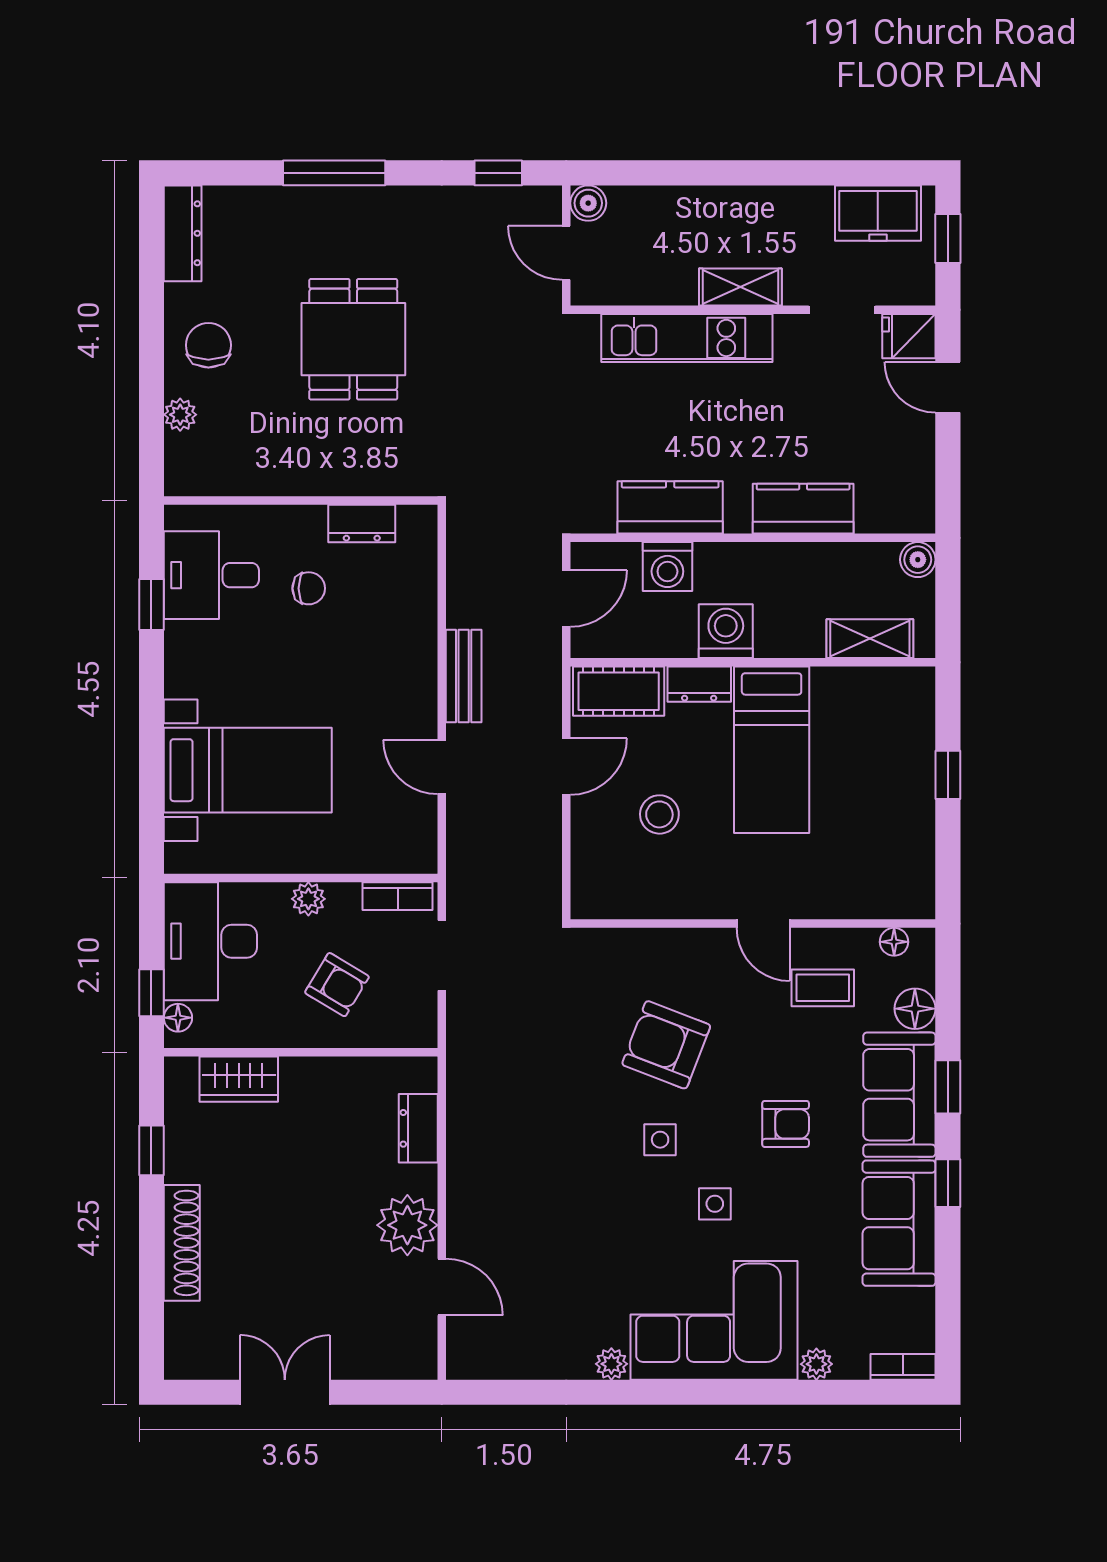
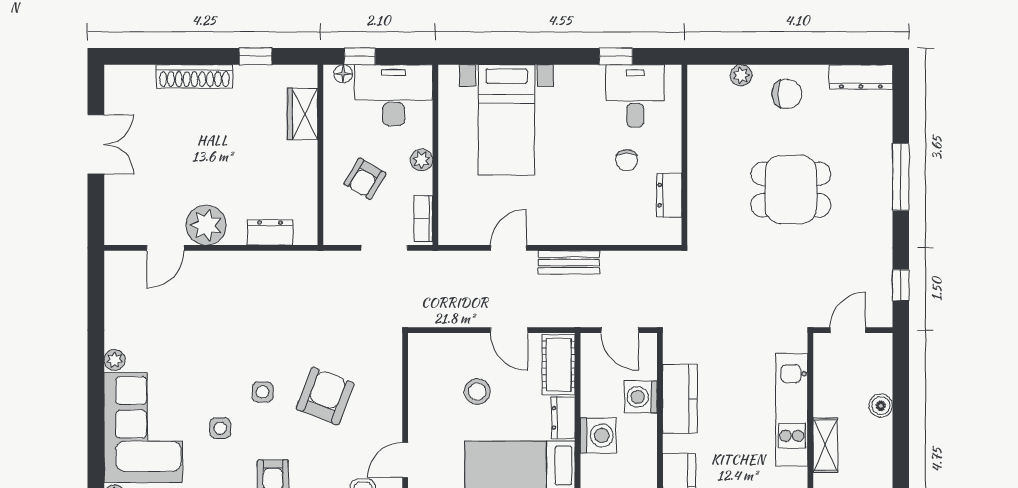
boiler: (588, 203) -> (881, 406), moved

